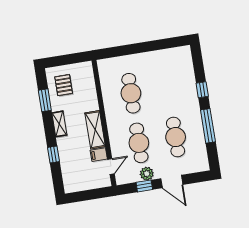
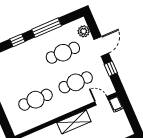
filing cabinet: (99, 155) -> (116, 104), moved
plant: (147, 174) -> (84, 31), moved

